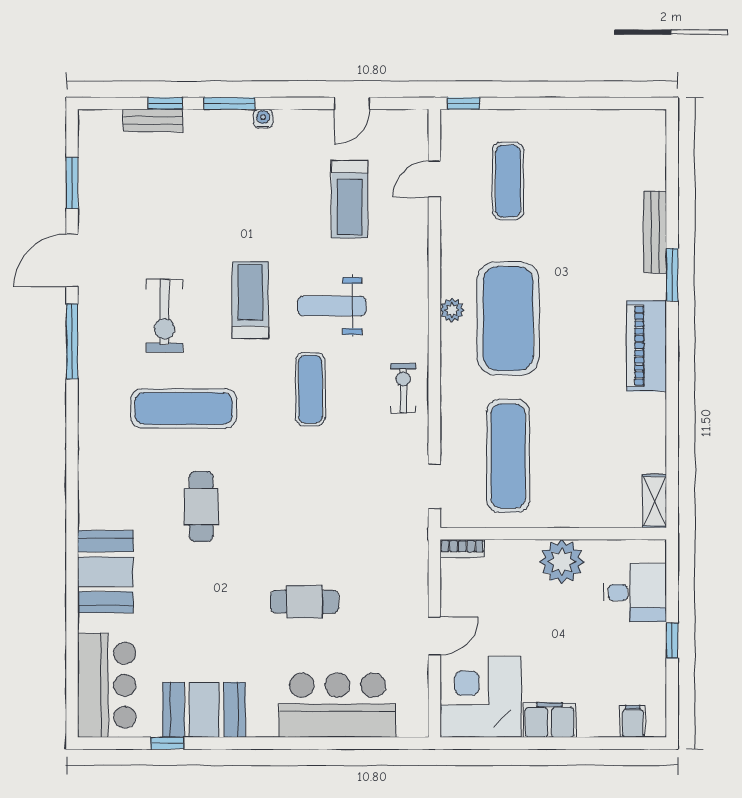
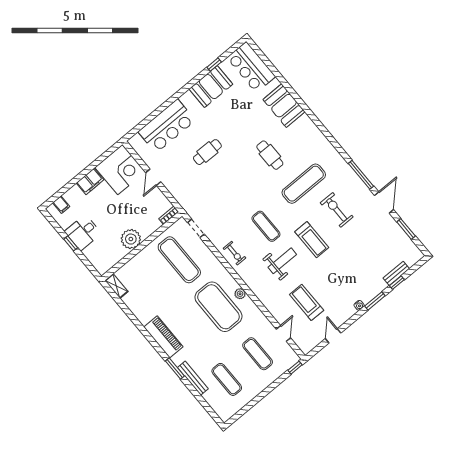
exercise mat: (598, 181) -> (227, 379), added
desk: (635, 592) -> (83, 232), moved

